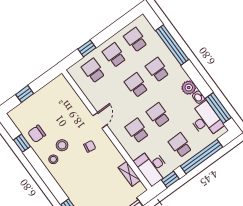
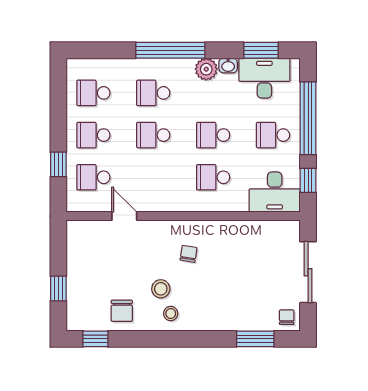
window: (172, 45) -> (170, 50), moved
window: (218, 108) -> (261, 50), width x0.69
door: (100, 120) -> (124, 216), moved
window: (22, 143) -> (95, 339), moved
shelving: (129, 174) -> (262, 229), removed

